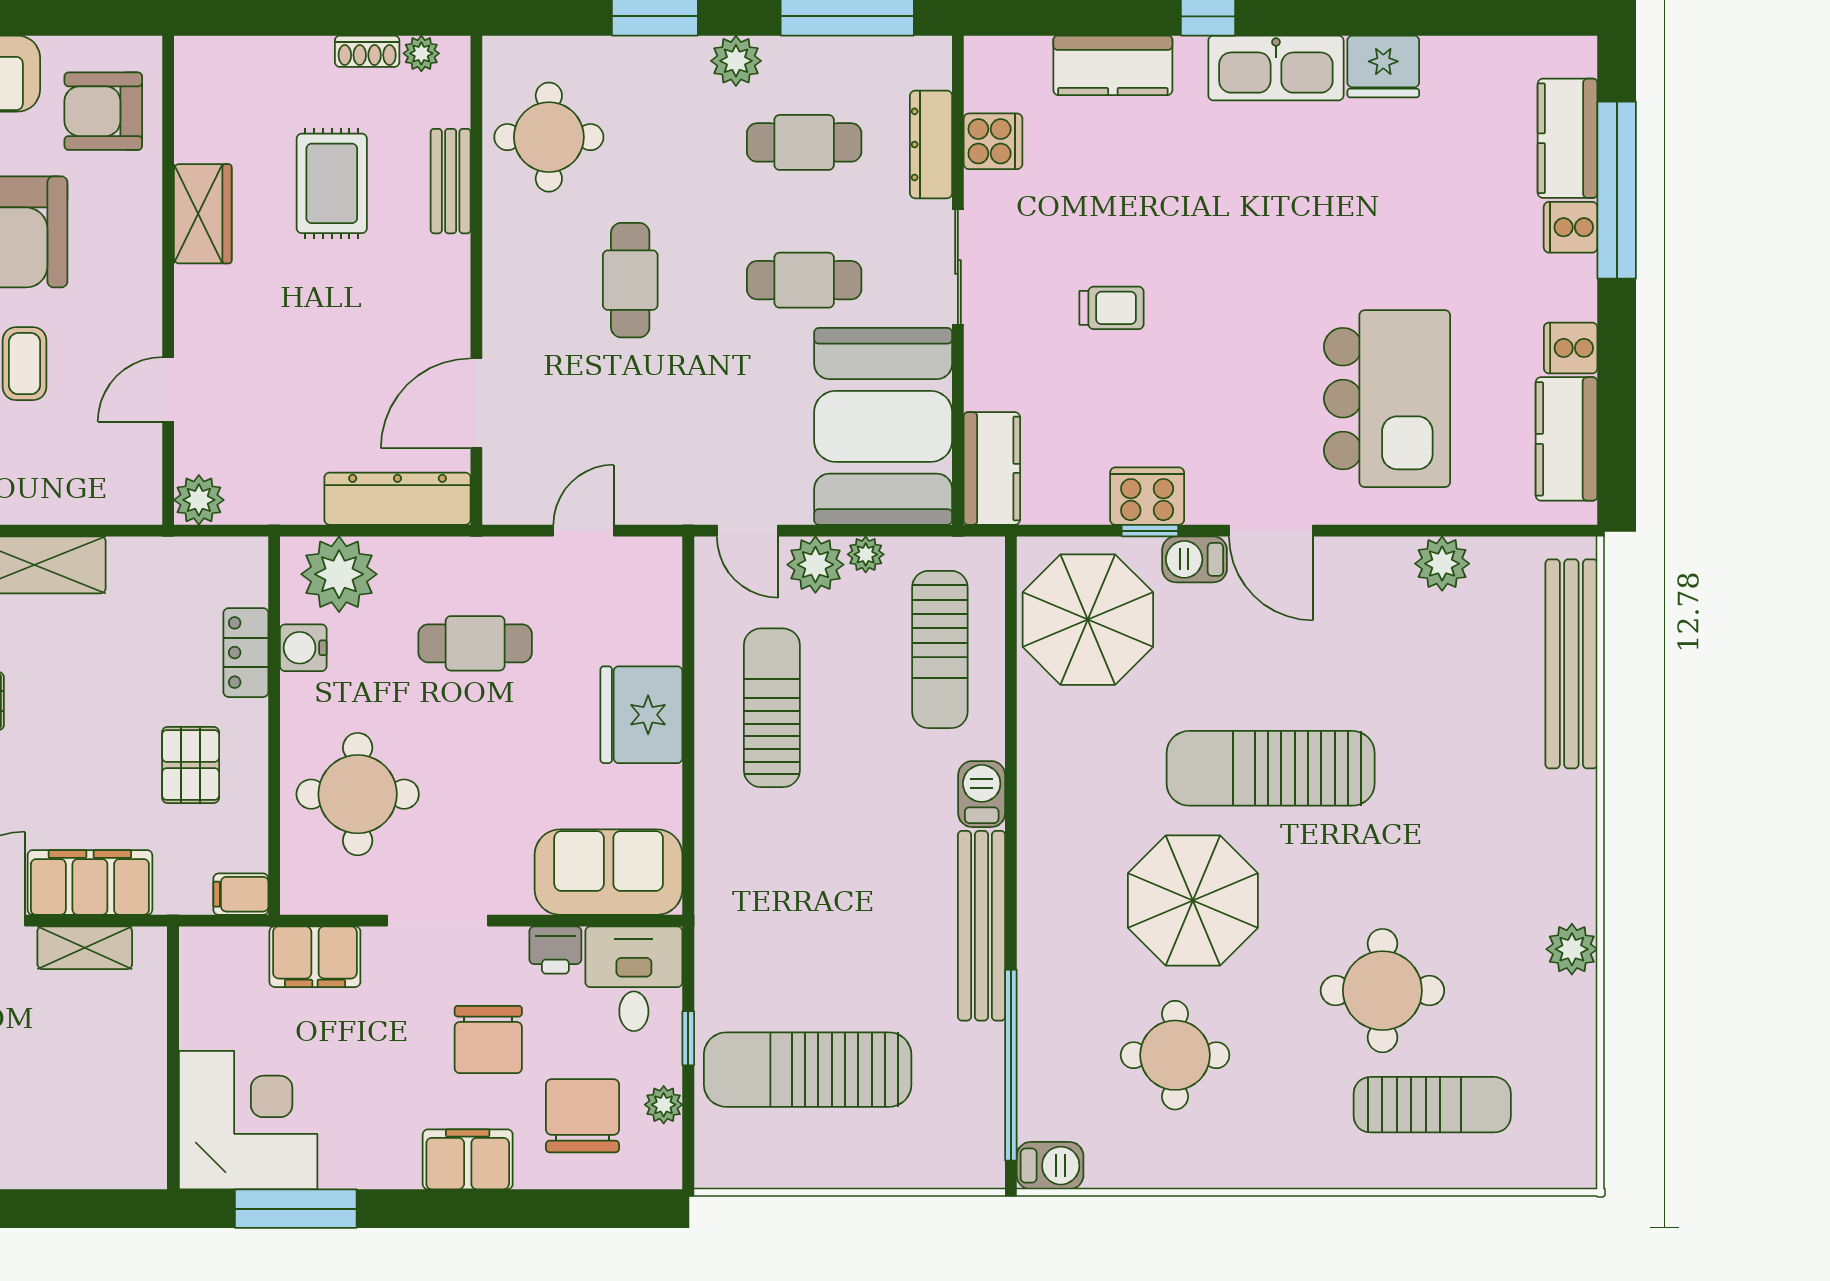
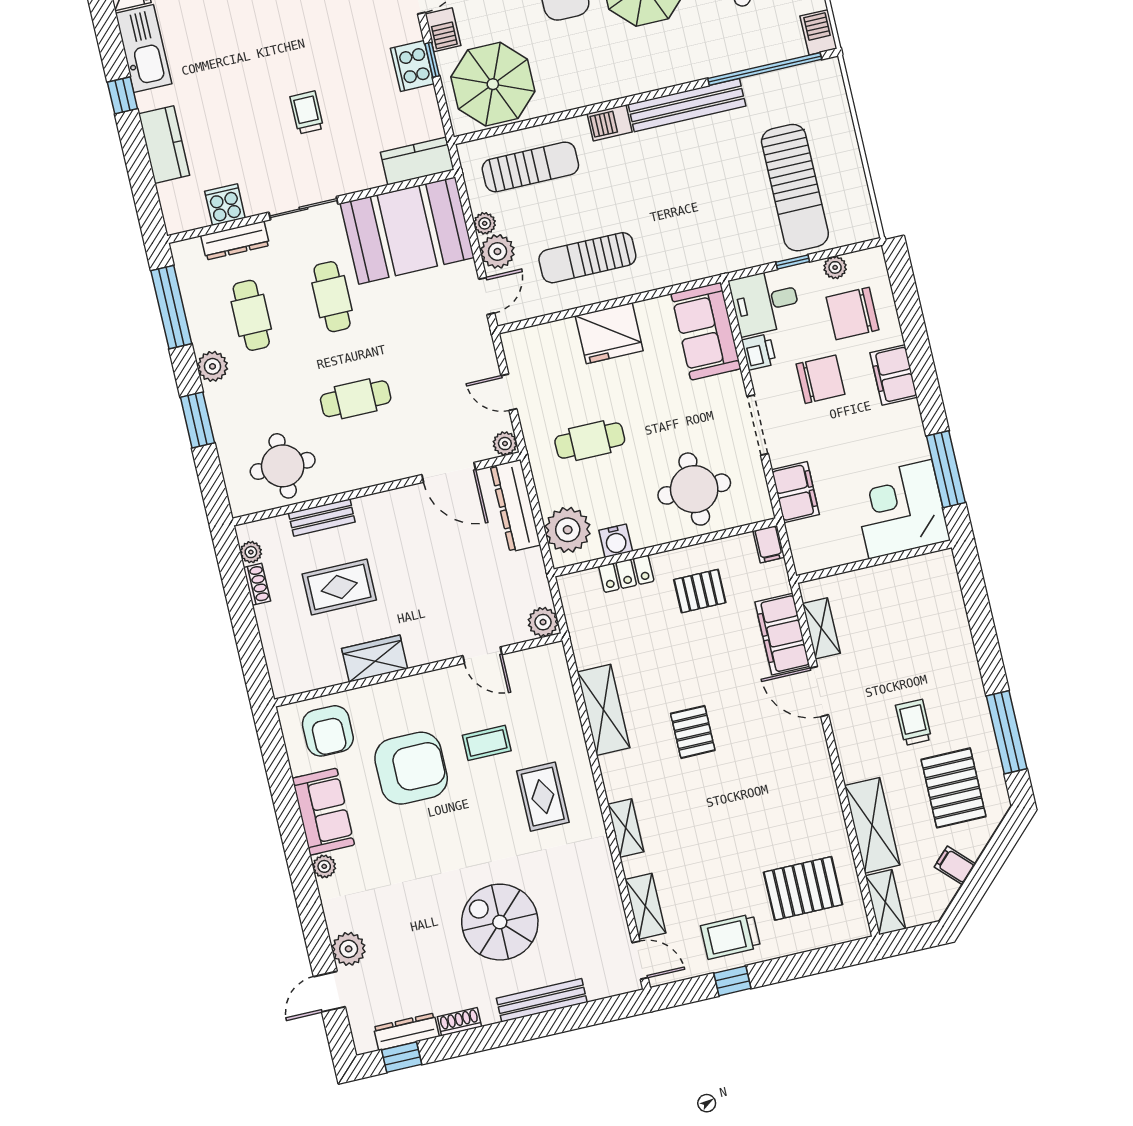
plant: (502, 505) -> (505, 444), added
cafe table: (475, 643) -> (590, 441), turned 90

